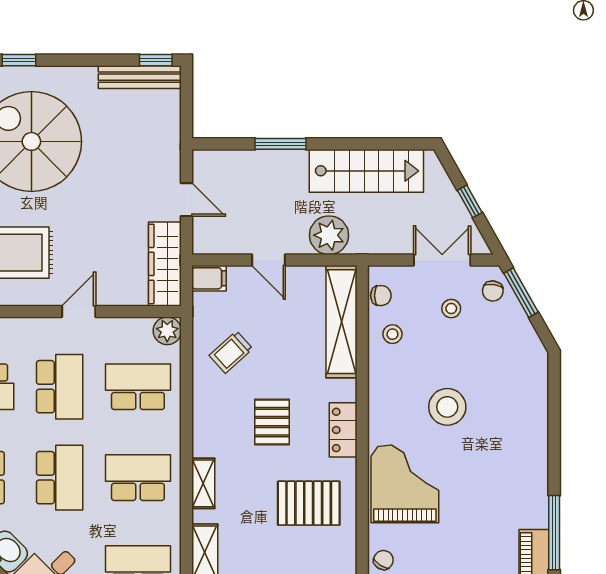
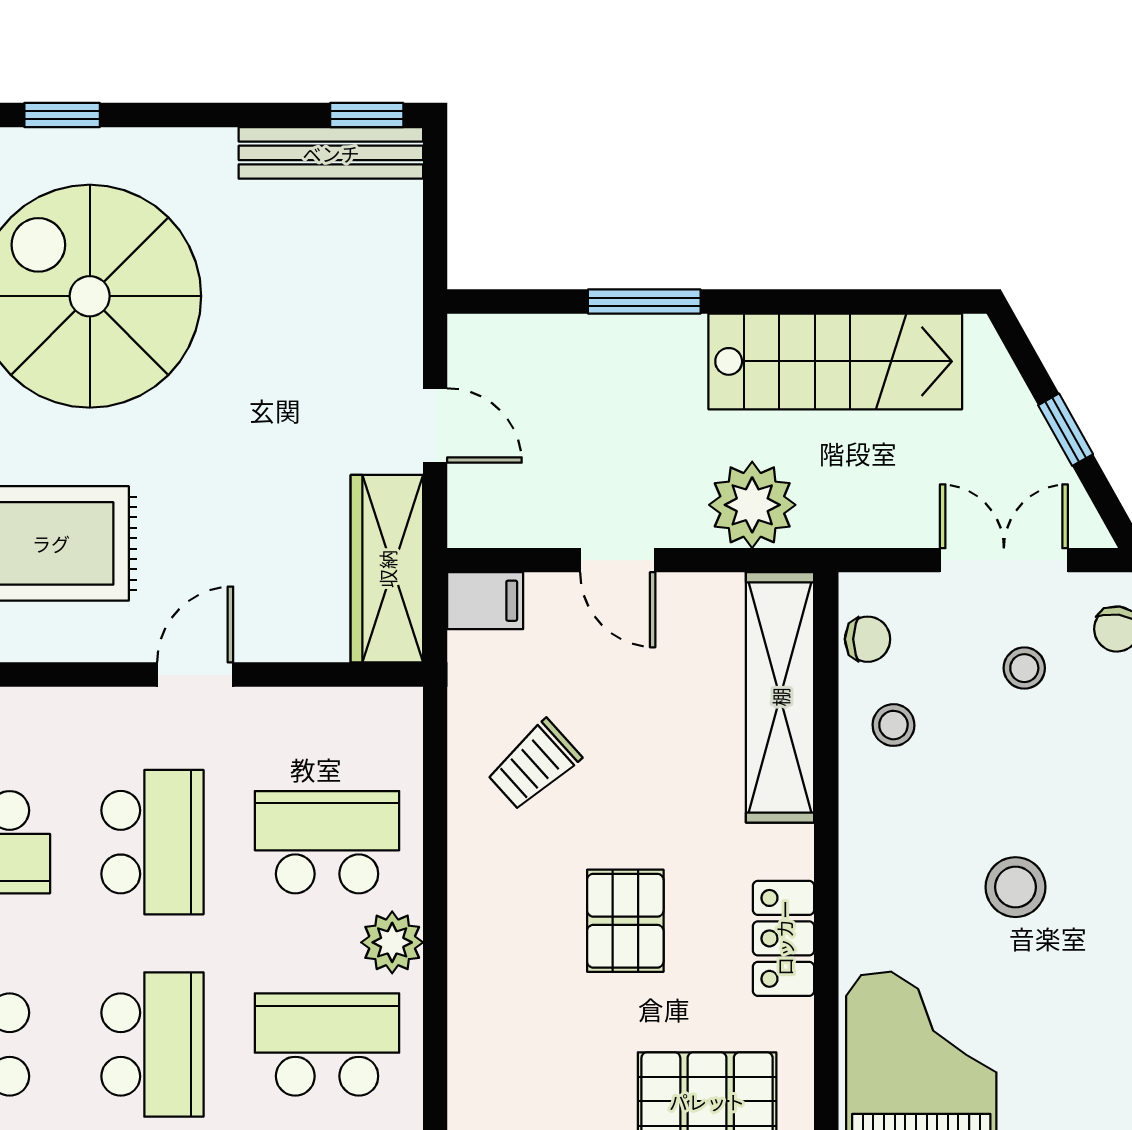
plant: (167, 331) -> (392, 942), moved
stool: (447, 407) -> (1015, 887), width x0.73, depth x0.73
shelving: (203, 483) -> (472, 1057), removed

